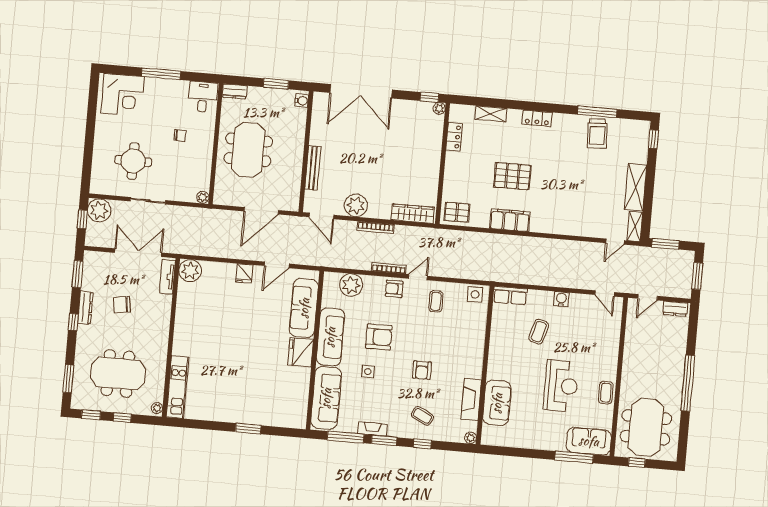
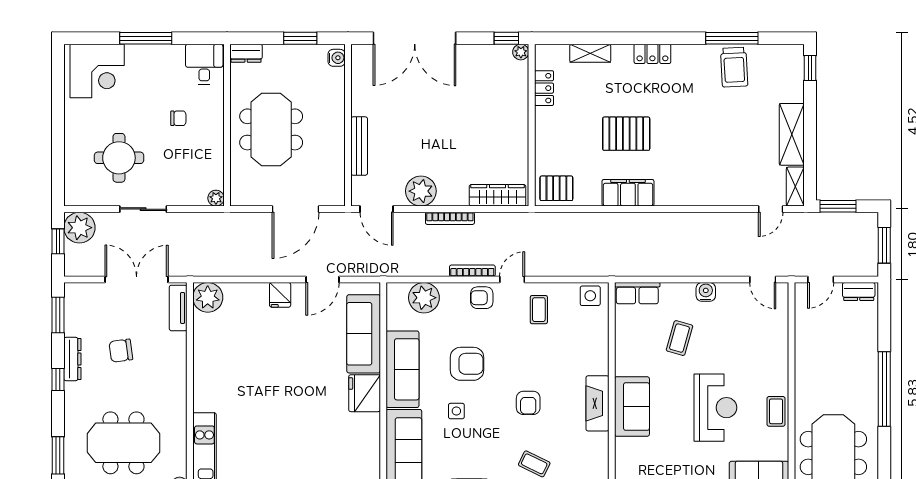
fireplace: (471, 399) -> (597, 403), moved
sofa: (497, 403) -> (632, 407), moved

